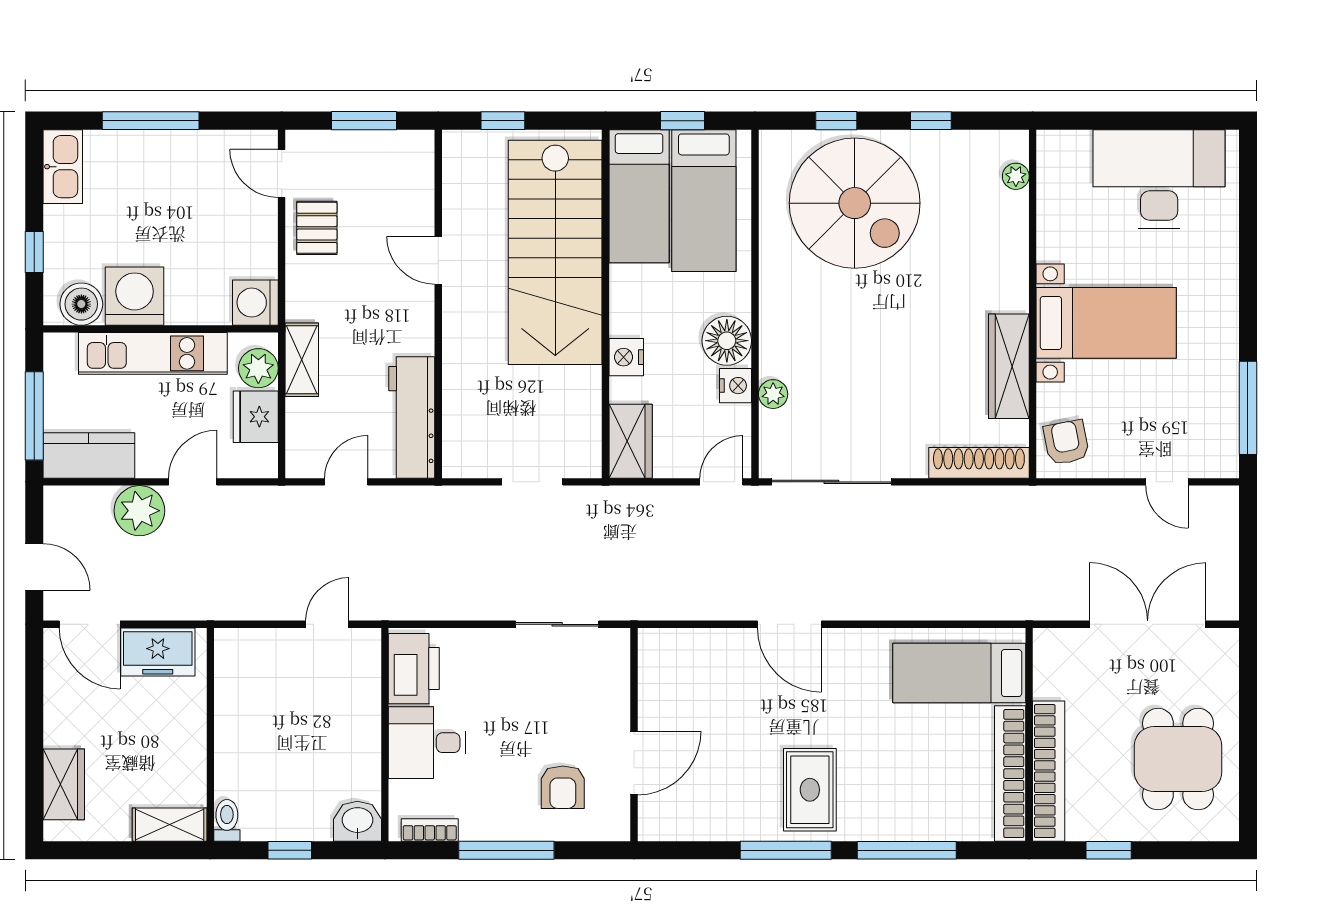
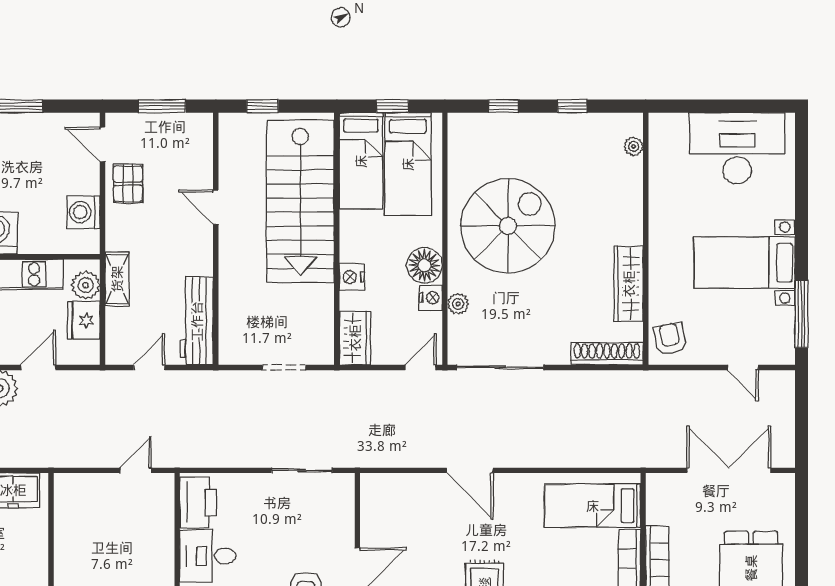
spiral stairs: (855, 203) -> (508, 226), moved, turned -90
washing machine: (255, 303) -> (83, 212), moved
bed with nightstands: (1106, 323) -> (744, 263), moved, turned 180

